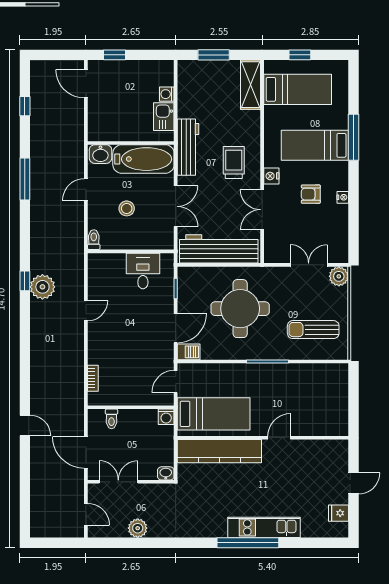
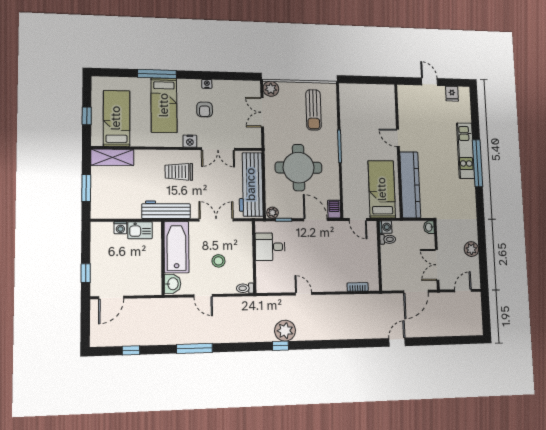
plant: (184, 275) -> (272, 213), added
toilet: (112, 419) -> (388, 239), moved

